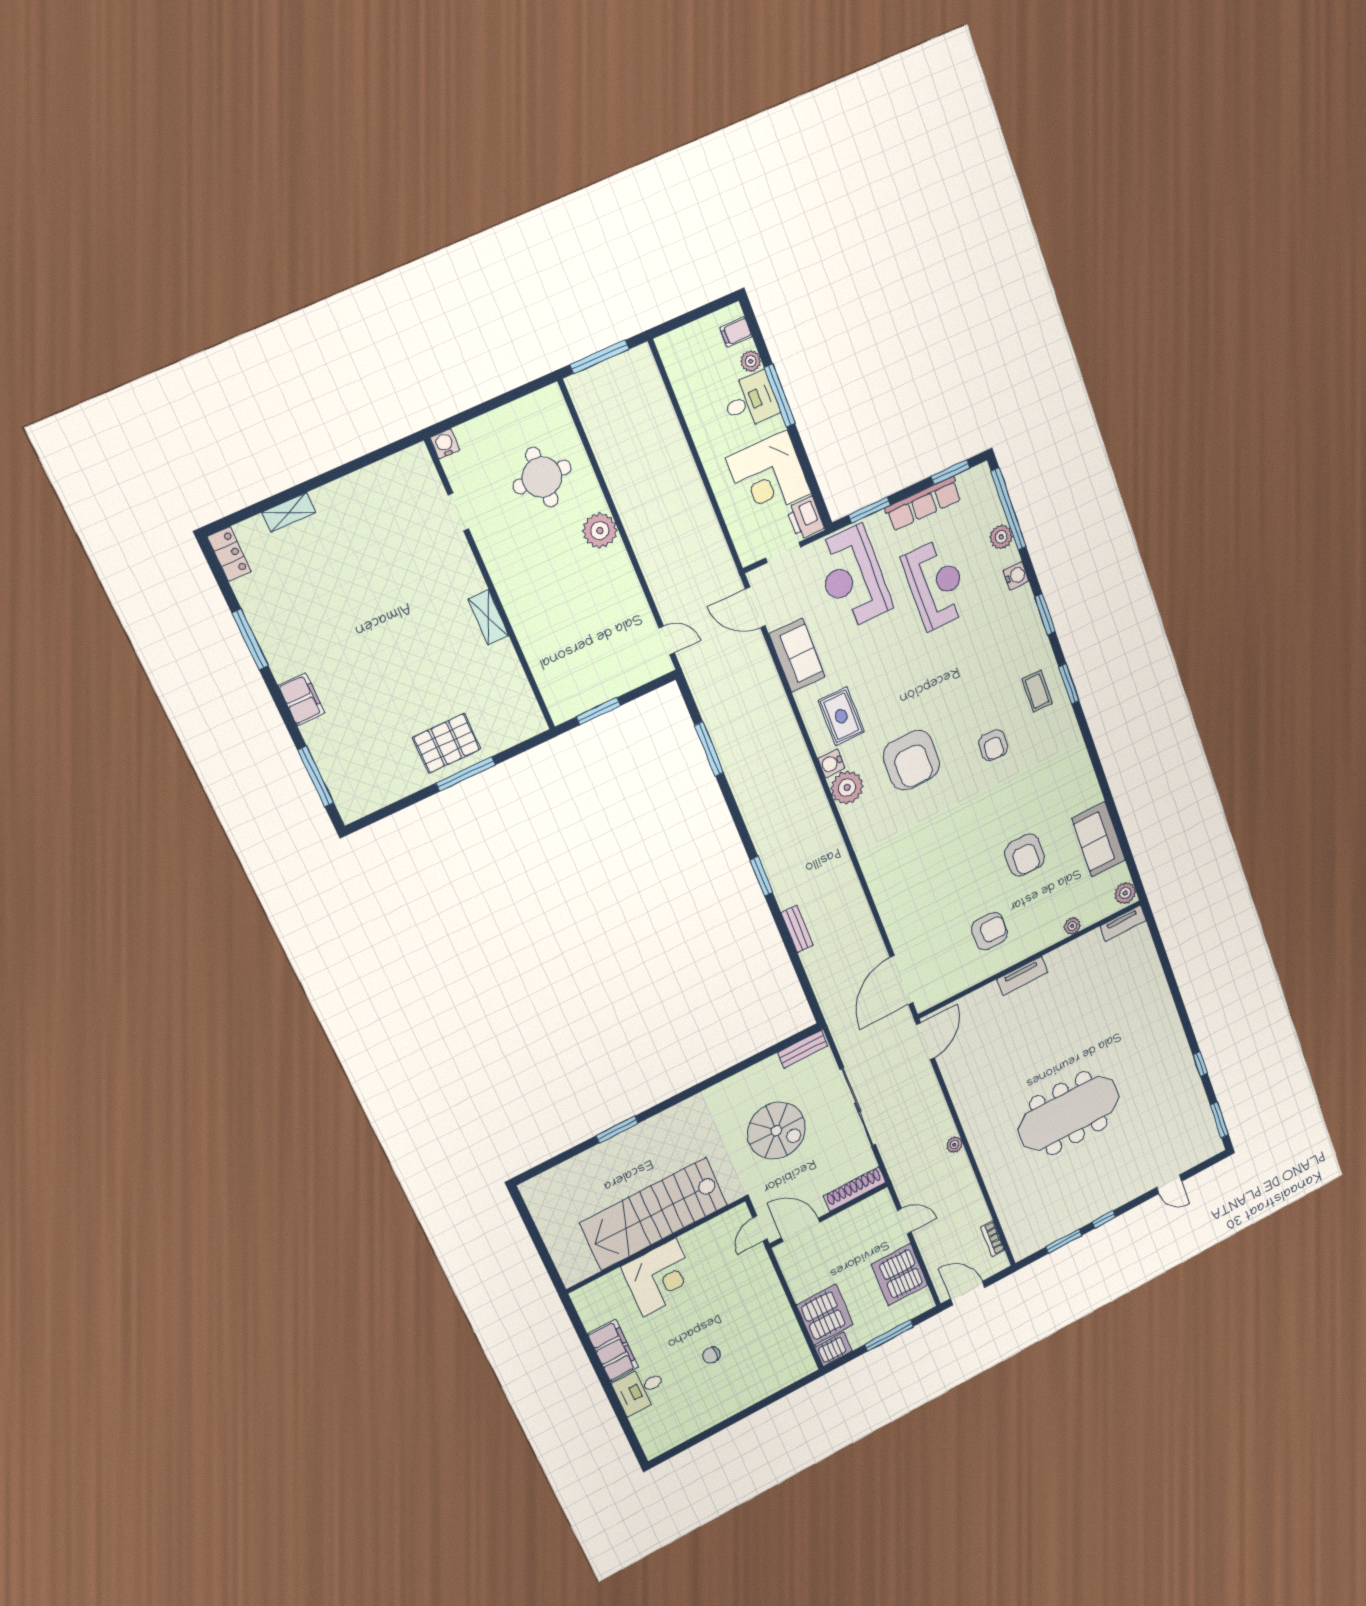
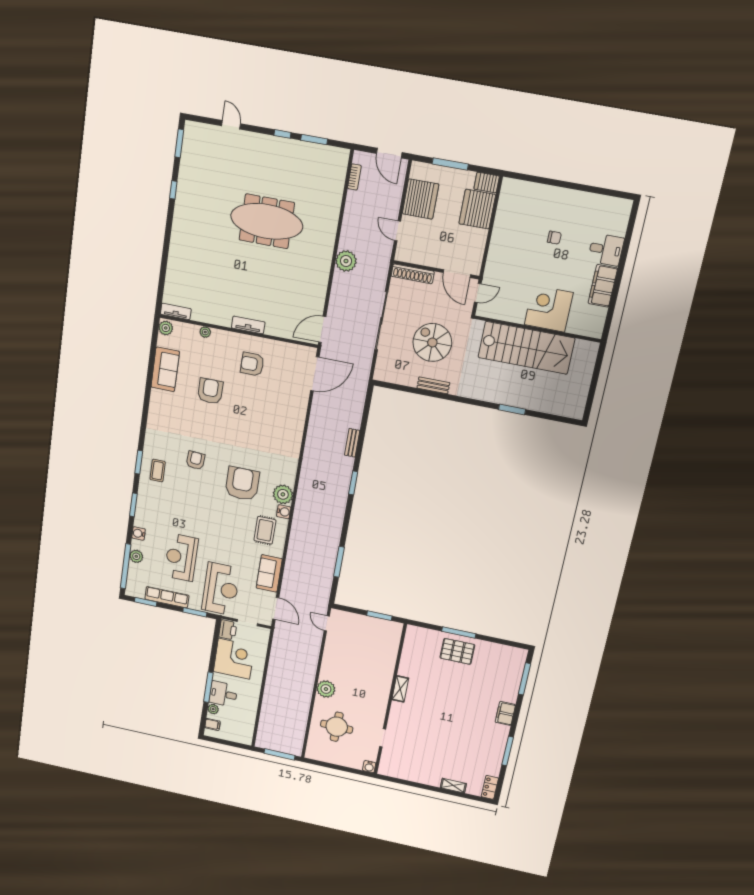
bench: (803, 1049) -> (433, 385), moved
plant: (954, 1145) -> (346, 261), width x1.87, depth x1.87

